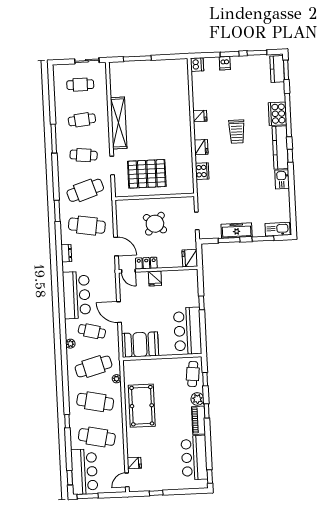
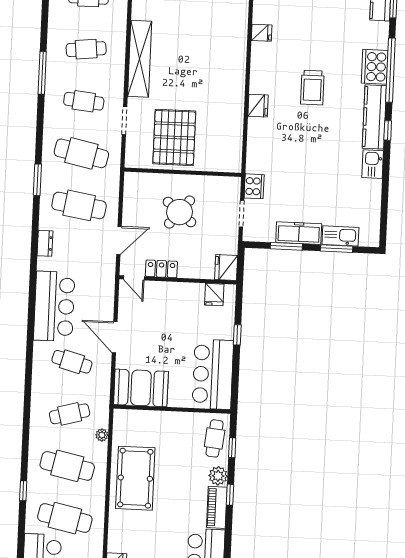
fridge: (200, 116) -> (262, 33), moved
cooker: (202, 171) -> (254, 186), moved
pallet: (147, 174) -> (174, 137), turned 90
cafe table: (85, 190) -> (81, 153), turned 30
kitchen sink: (278, 229) -> (340, 236), moved
door: (116, 247) -> (119, 240), hinge flipped
fridge: (155, 278) -> (214, 295), moved
plant: (70, 344) -> (39, 377), removed
cafe table: (94, 366) -> (70, 414), width x0.73, depth x0.74

